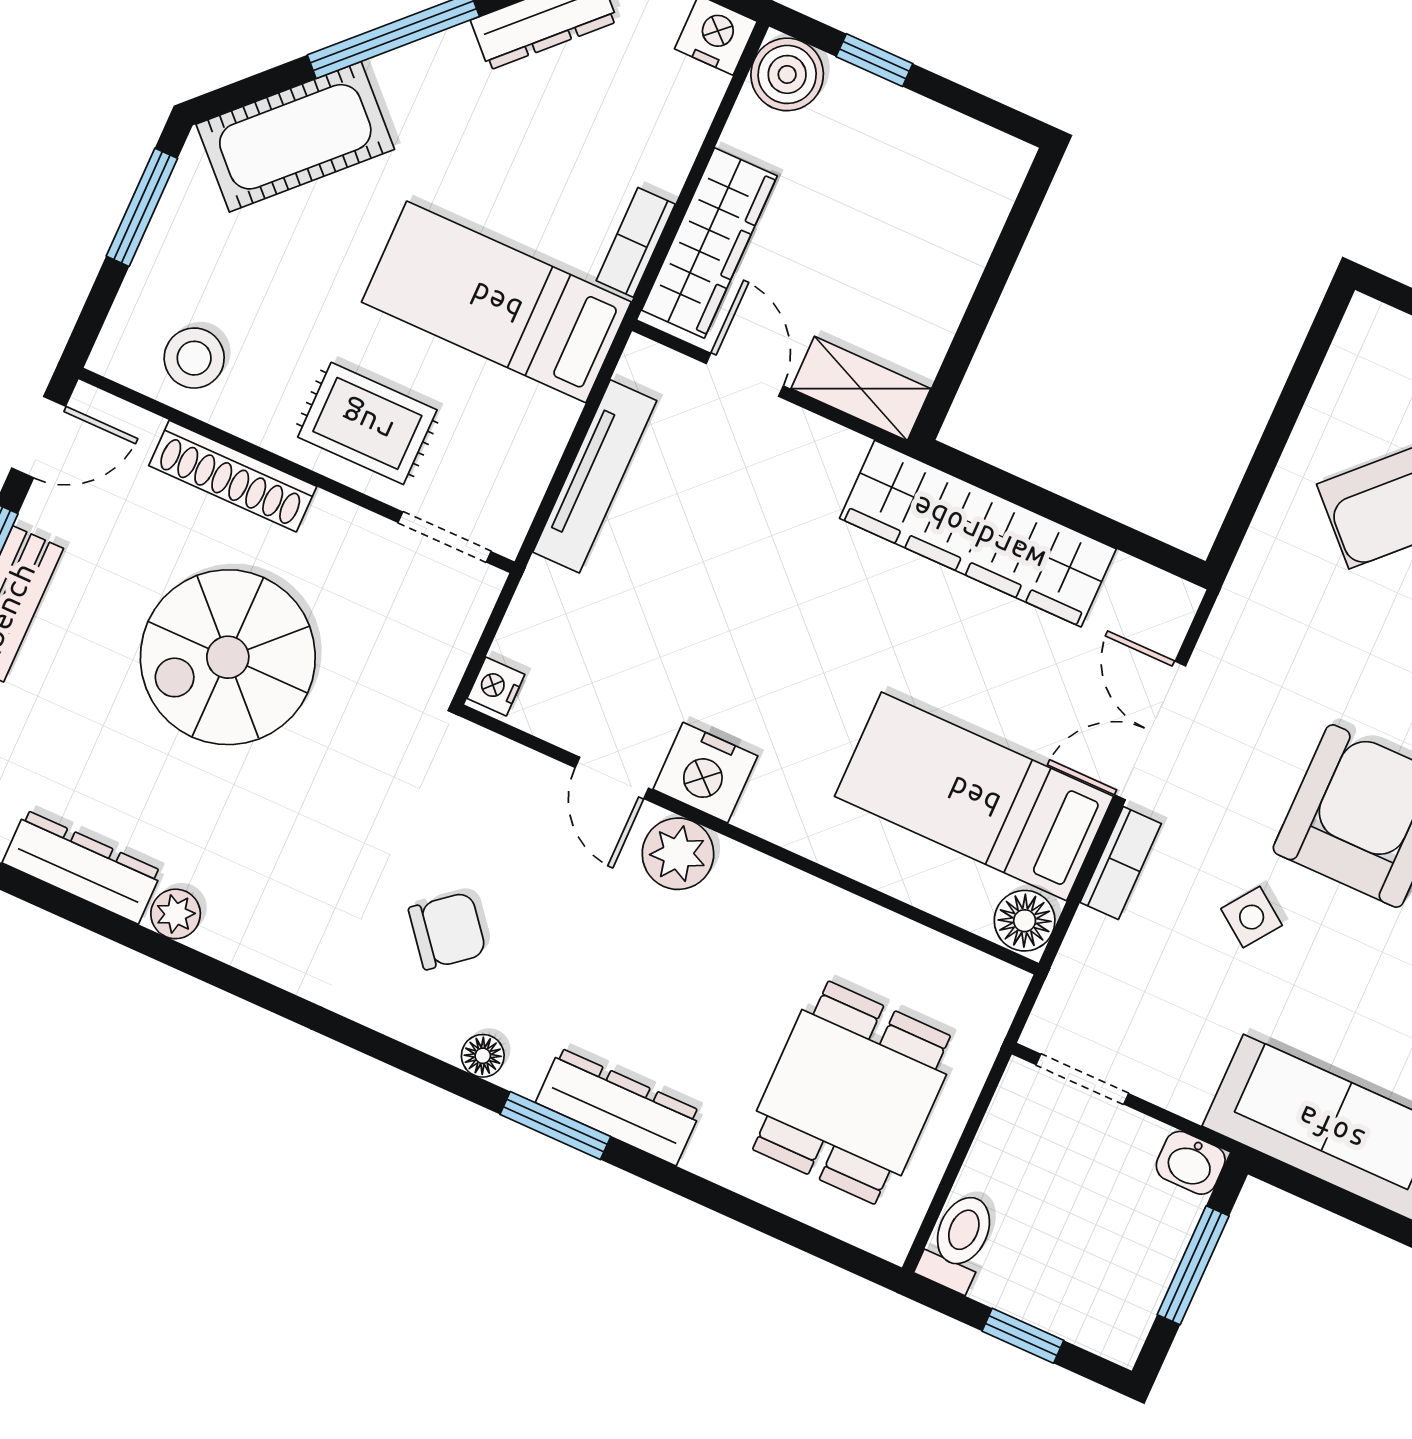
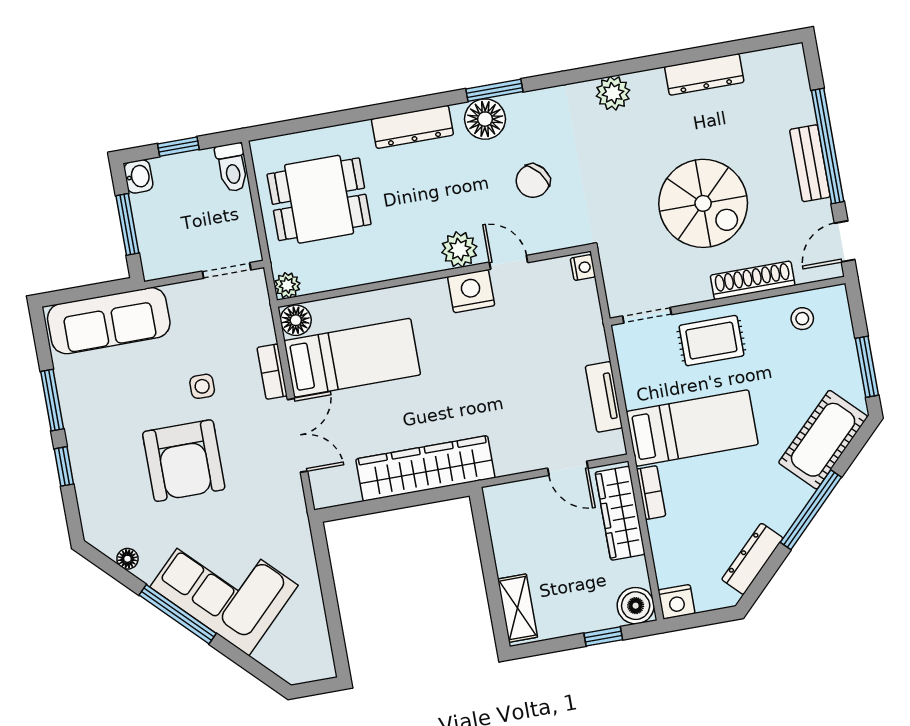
stool: (194, 358) -> (802, 319), width x0.73, depth x0.73
shelving: (861, 389) -> (518, 608), moved, turned 90
tv unit: (595, 476) -> (604, 397), width x0.71
spiral stairs: (228, 657) -> (703, 203), turned 90
plant: (176, 914) -> (613, 93), moved, width x1.38, depth x1.38
side table: (1252, 917) -> (202, 386), turned -36
chair: (447, 931) -> (533, 181), moved
plant: (1000, 987) -> (287, 285), added
floor lamp: (483, 1056) -> (485, 119), width x1.89, depth x1.89
dining table: (851, 1093) -> (319, 199), turned 90
window: (555, 1126) -> (494, 90), moved
washbasin: (1191, 1163) -> (138, 176), moved, turned 90

